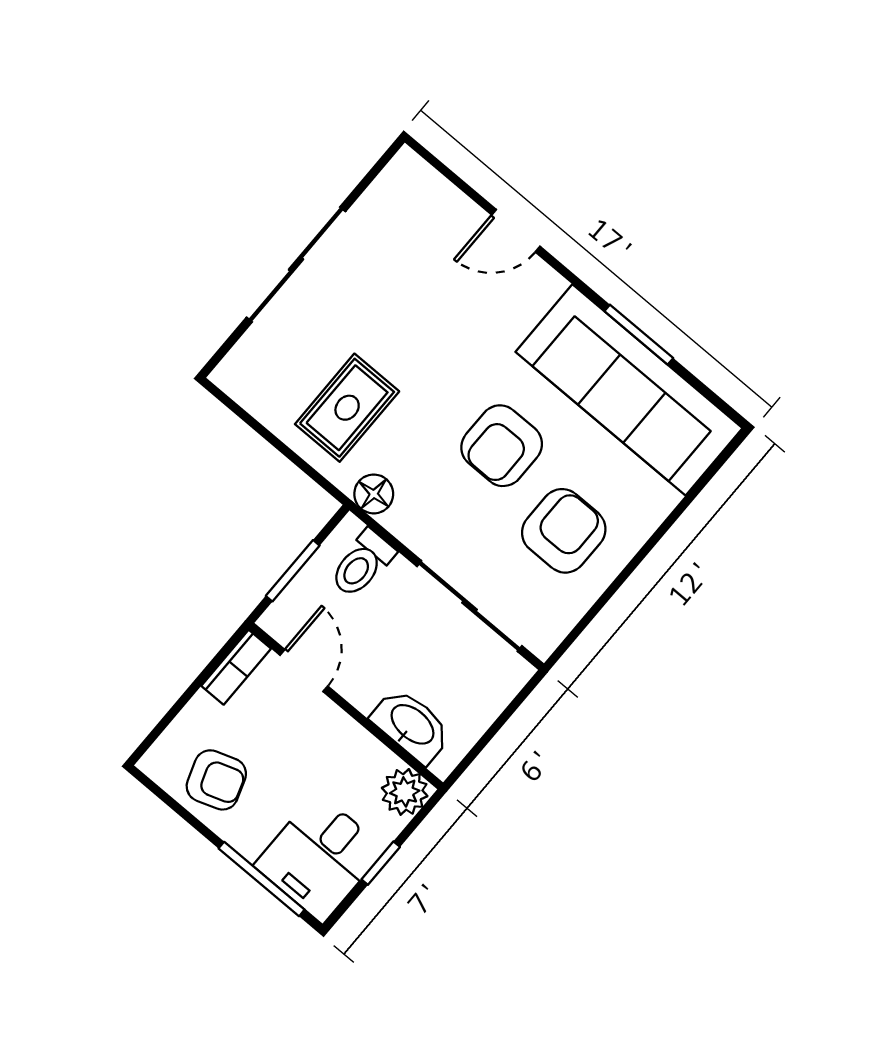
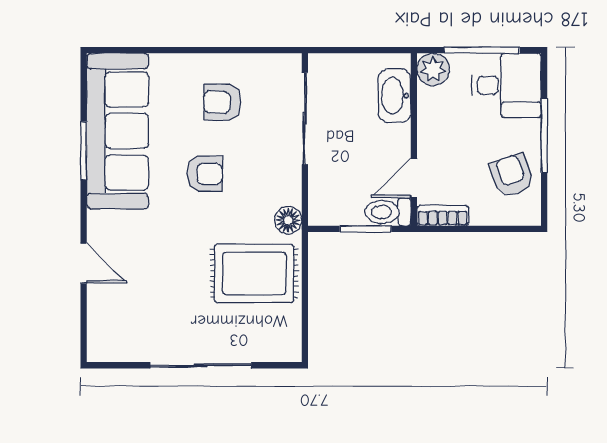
rug: (347, 408) -> (254, 273), width x1.36, depth x1.43
armchair: (502, 446) -> (205, 174), width x0.72, depth x0.72
armchair: (564, 531) -> (222, 102), width x0.72, depth x0.72
toilet: (362, 564) -> (388, 212), moved, turned 180
window: (381, 863) -> (482, 50), width x2.17
window: (262, 879) -> (544, 136), moved

